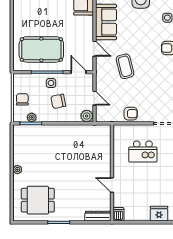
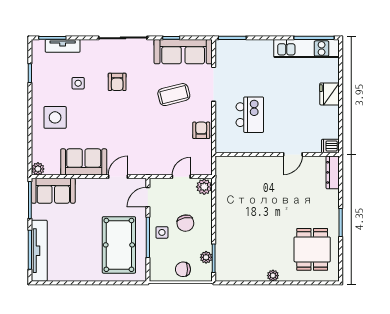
coffee table: (125, 66) -> (174, 95), moved

